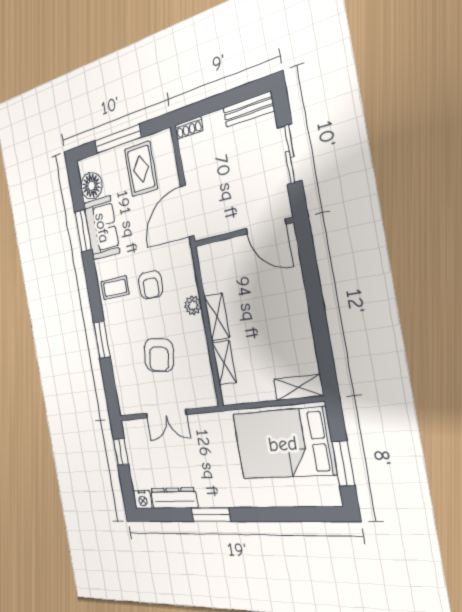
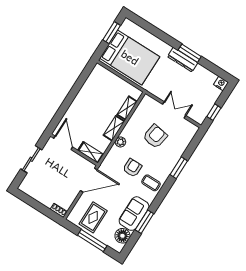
bench: (249, 109) -> (31, 191), removed
shelving: (299, 387) -> (91, 152), moved
dresser: (174, 498) -> (183, 60), moved

